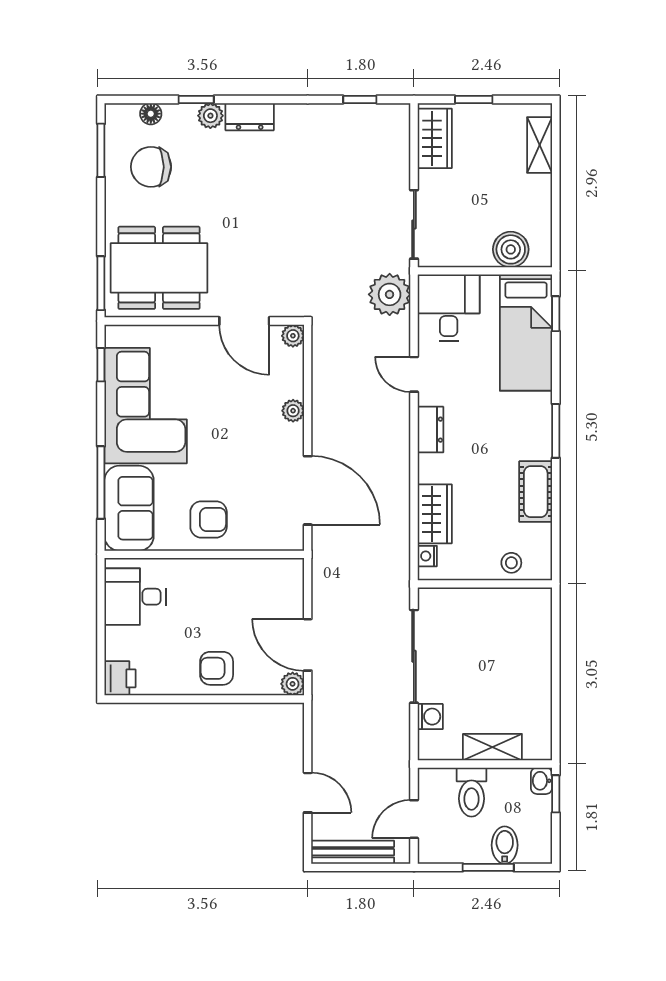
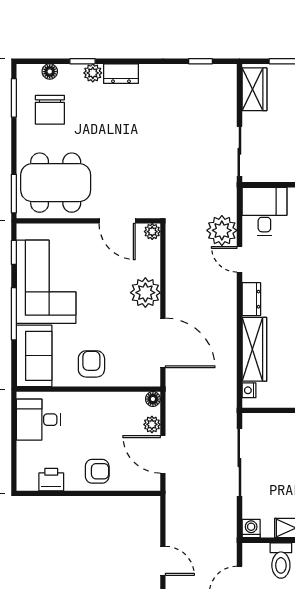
chair: (151, 167) -> (50, 110), turned -90
plant: (390, 294) -> (222, 230), moved
plant: (293, 411) -> (145, 293), width x1.87, depth x1.87
window: (101, 482) -> (14, 314), moved
wardrobe: (435, 514) -> (254, 349), width x1.50
armchair: (209, 519) -> (91, 364), turned -90
floor lamp: (294, 568) -> (153, 399), added
armchair: (217, 668) -> (97, 471), turned 180
printer: (120, 678) -> (51, 480), moved, turned -90
plant: (293, 684) -> (152, 424), moved
washing machine: (430, 717) -> (251, 529), moved, turned -90

